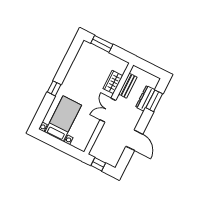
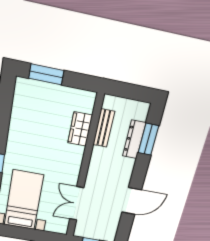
double door: (108, 110) -> (77, 203), moved
door: (134, 140) -> (132, 201), hinge flipped

